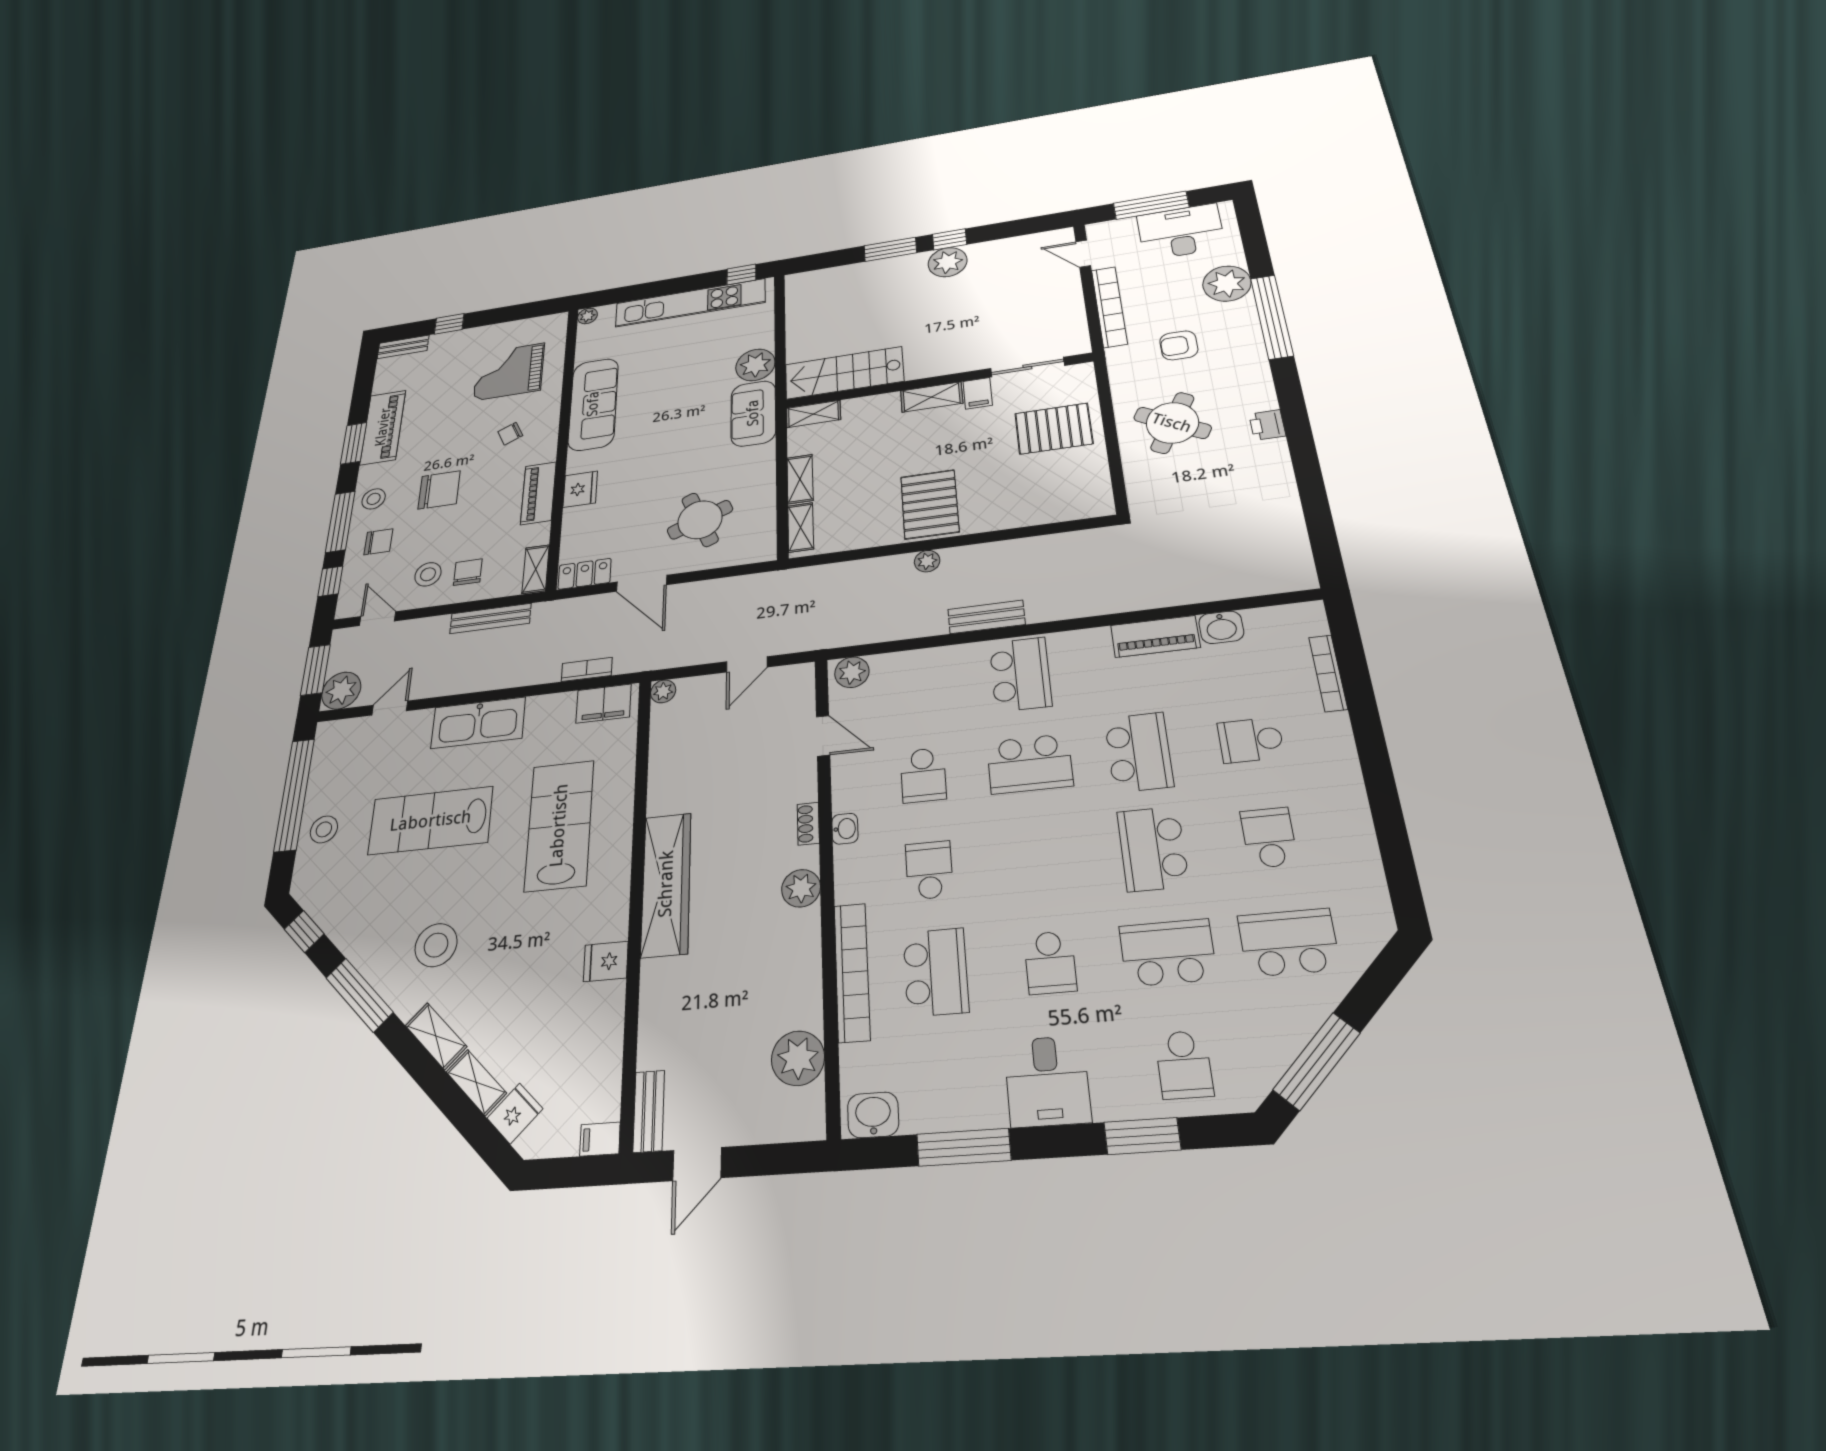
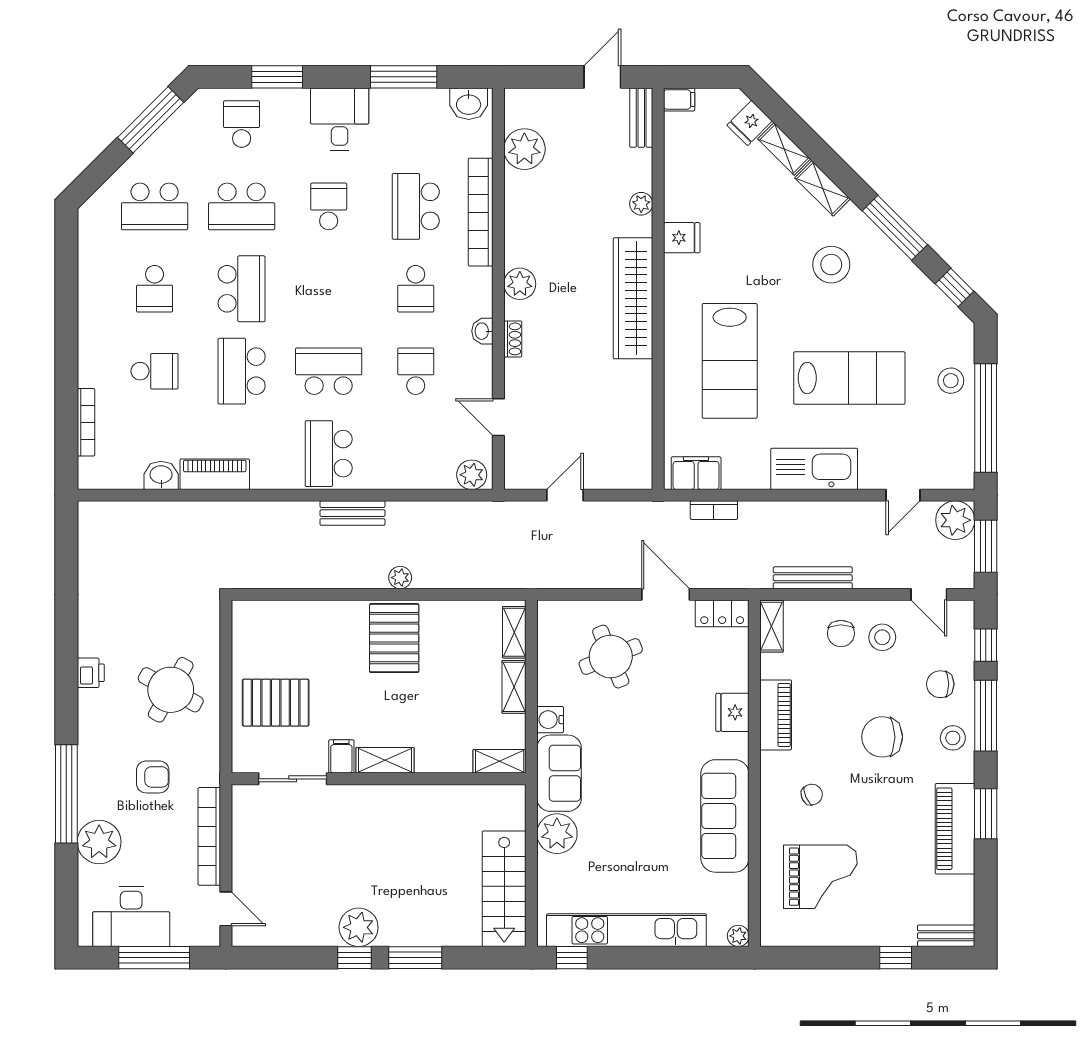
stairs: (844, 373) -> (504, 889), moved, turned 90
water cooler: (762, 456) -> (550, 720), added
plant: (663, 691) -> (641, 204), moved

